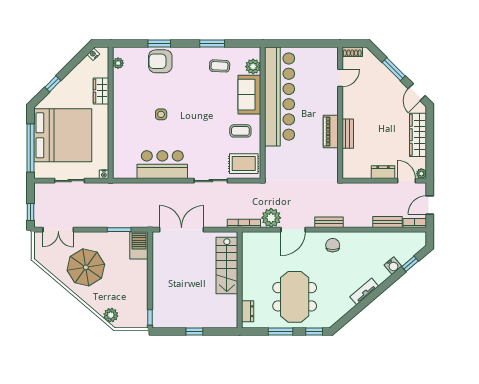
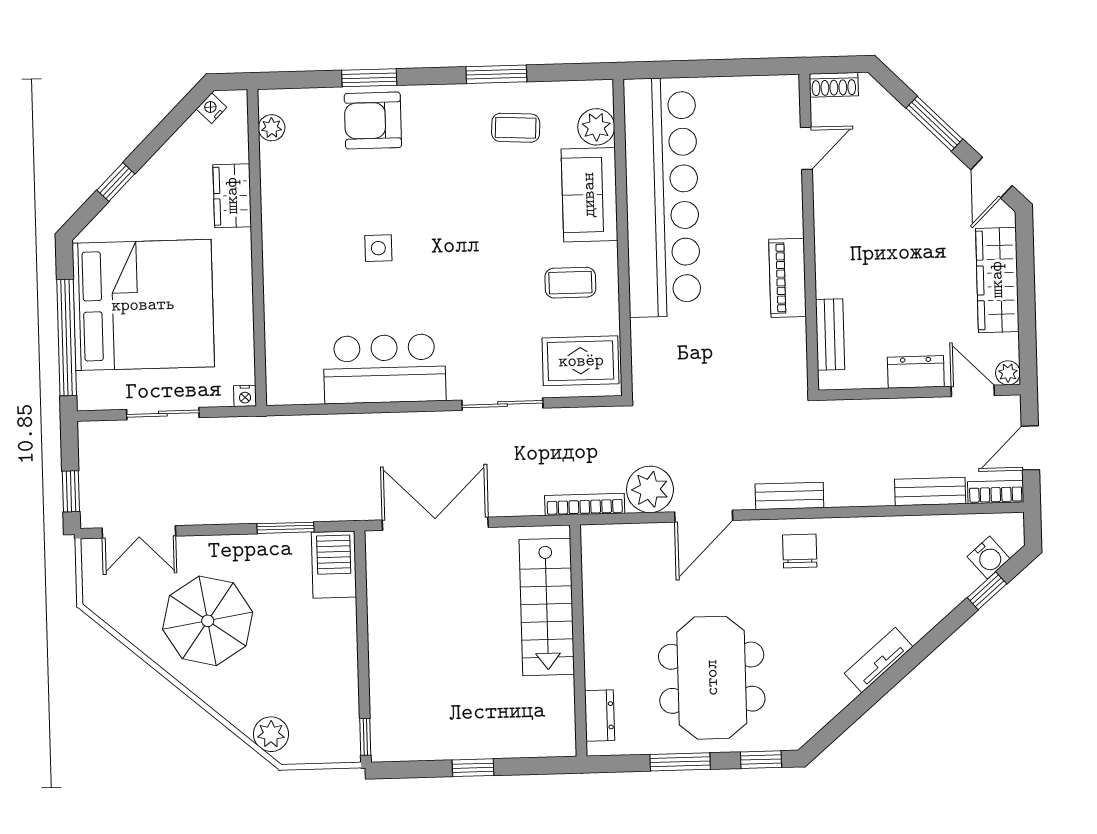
bench: (348, 134) -> (830, 334), moved
water cooler: (393, 266) -> (989, 558), moved

